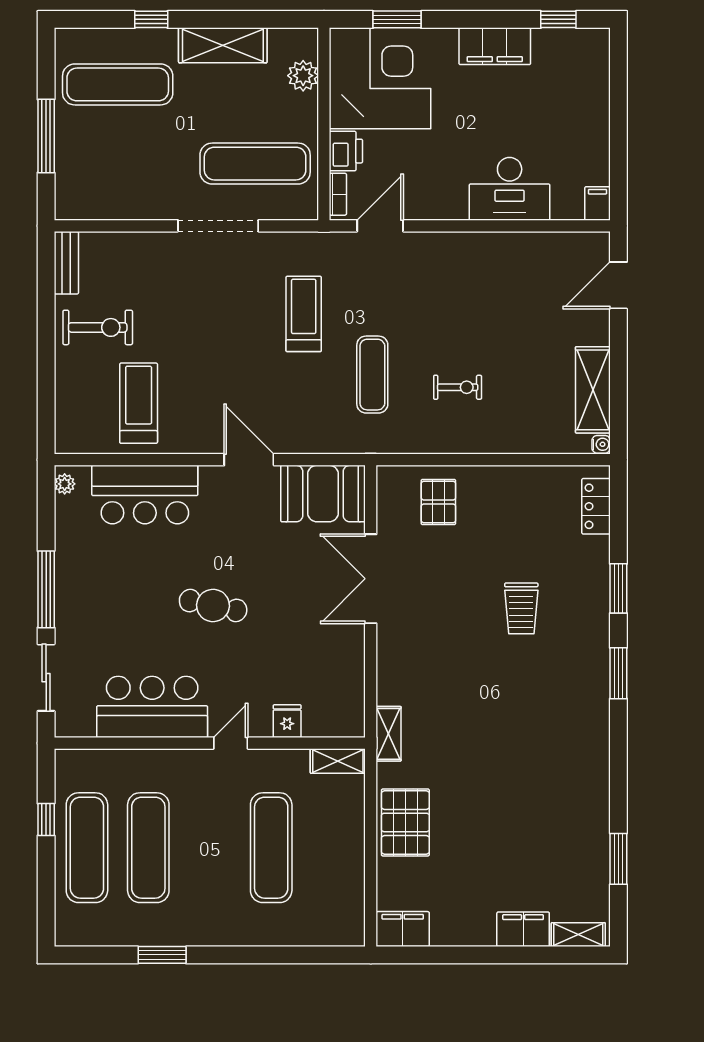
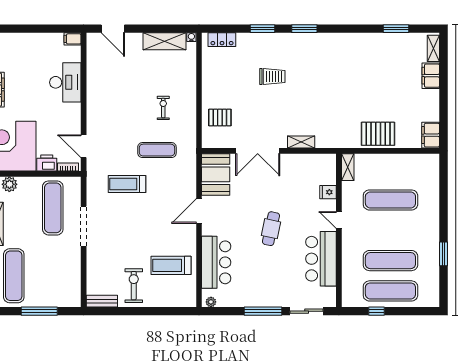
shelving: (389, 734) -> (301, 142), moved

